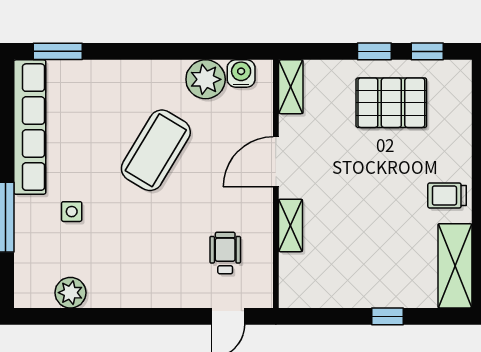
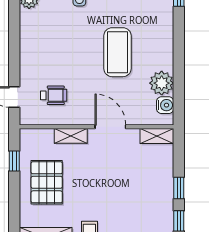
pallet: (391, 103) -> (47, 182), moved
coffee table: (156, 150) -> (117, 52), turned 59
window: (387, 316) -> (14, 161), moved

